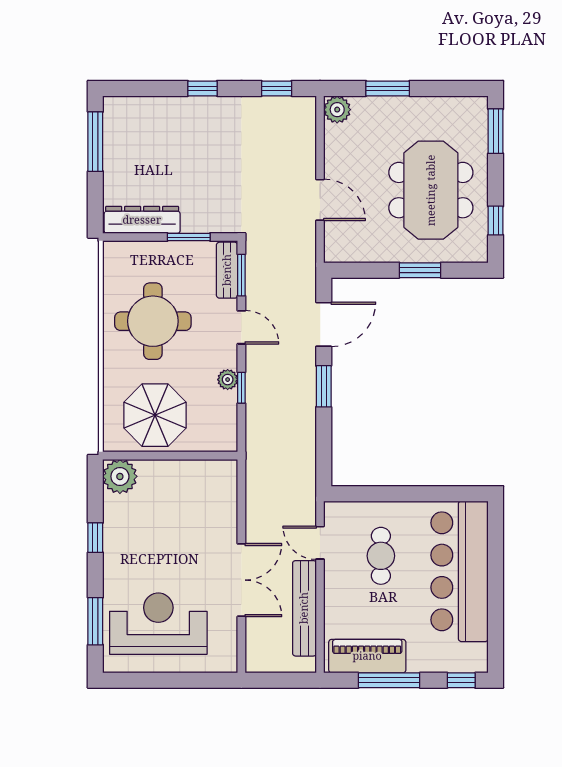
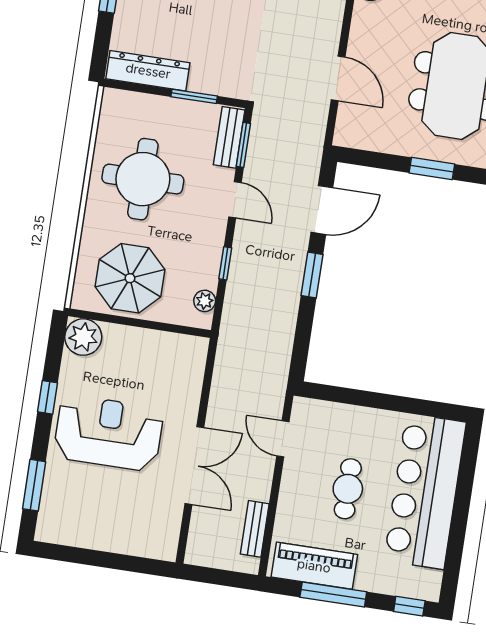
plant: (228, 380) -> (205, 301), moved
cafe table: (381, 556) -> (348, 489), moved
bench: (304, 608) -> (255, 529), width x0.54, depth x0.82
reception desk: (158, 624) -> (109, 433), moved

